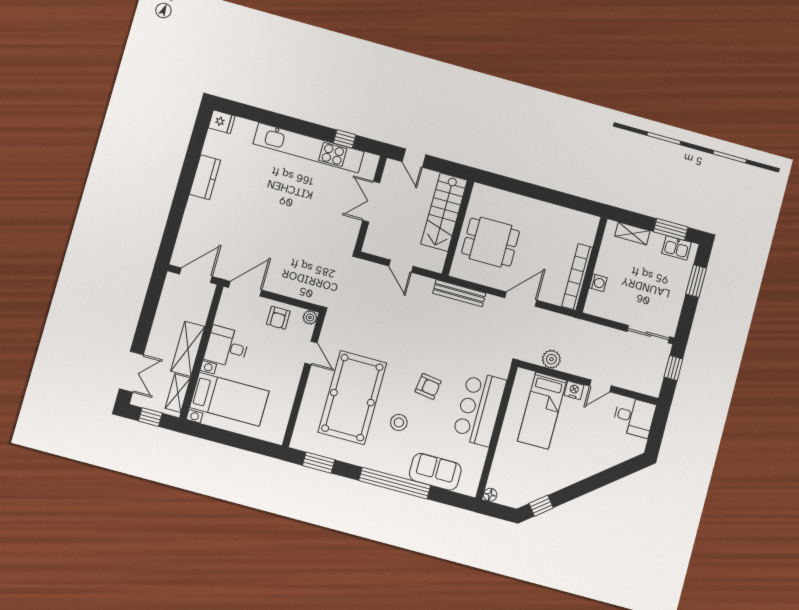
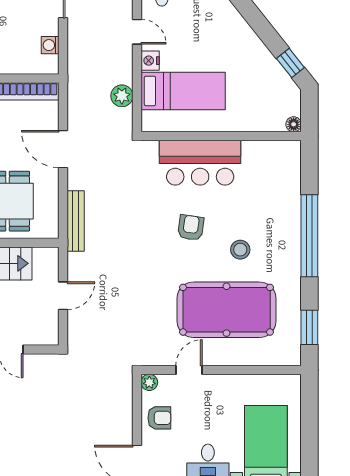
washing machine: (598, 283) -> (50, 45), moved, turned -90
sofa: (435, 472) -> (284, 193), removed

